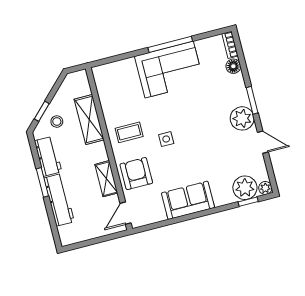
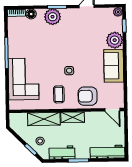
corner sofa: (169, 70) -> (24, 79), moved
plant: (242, 118) -> (53, 17), moved
shelving: (106, 179) -> (73, 117), moved
plant: (245, 188) -> (115, 40), moved
workbench: (59, 200) -> (108, 152), moved

